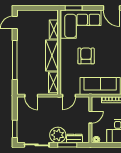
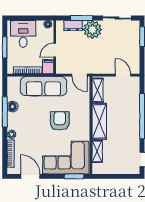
armchair: (86, 56) -> (60, 121), turned 180
door: (69, 96) -> (79, 75), swing flipped
filing cabinet: (96, 103) -> (48, 67), added

